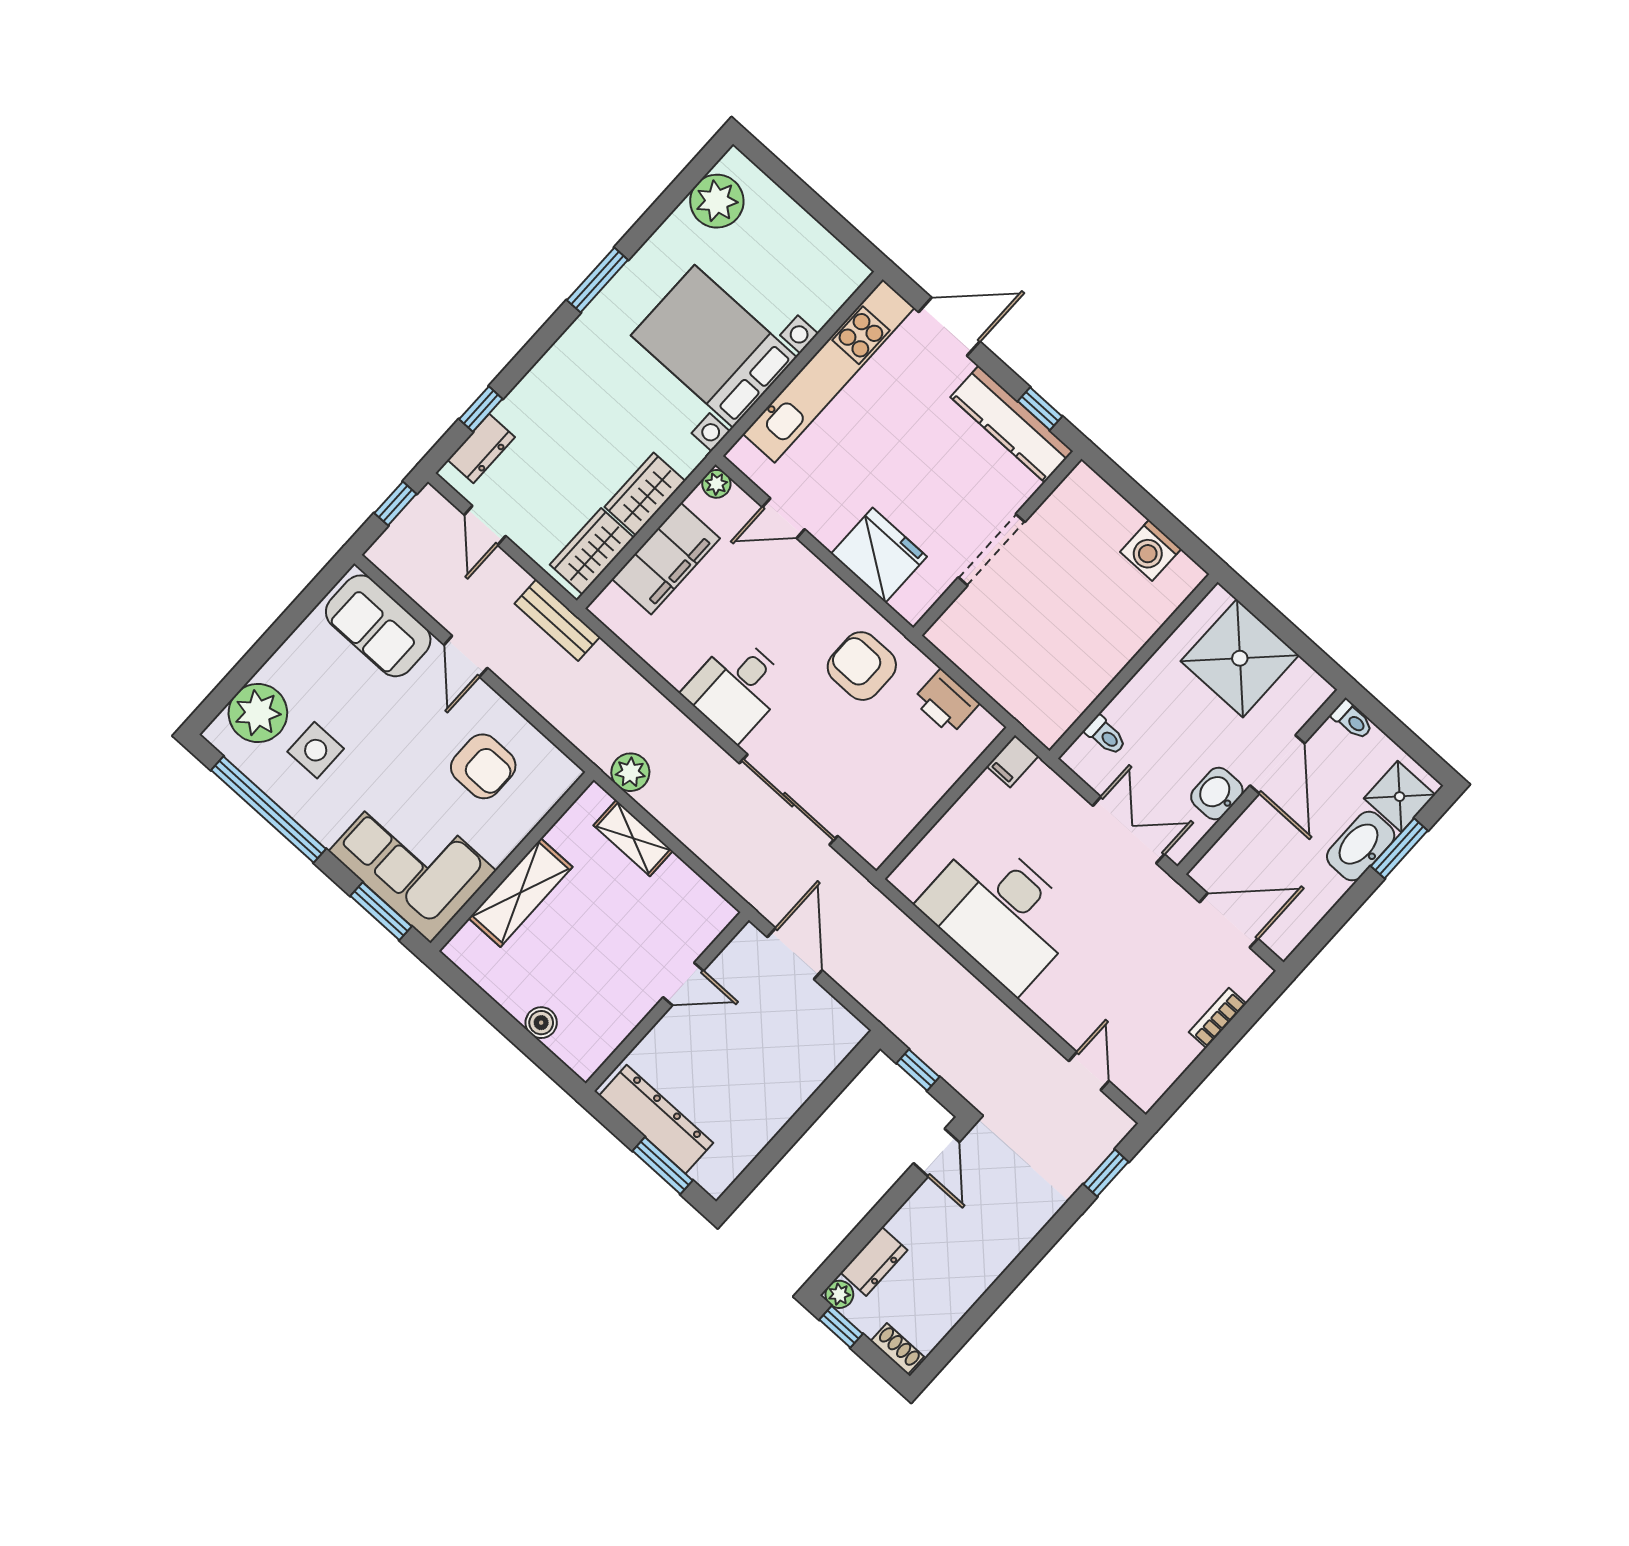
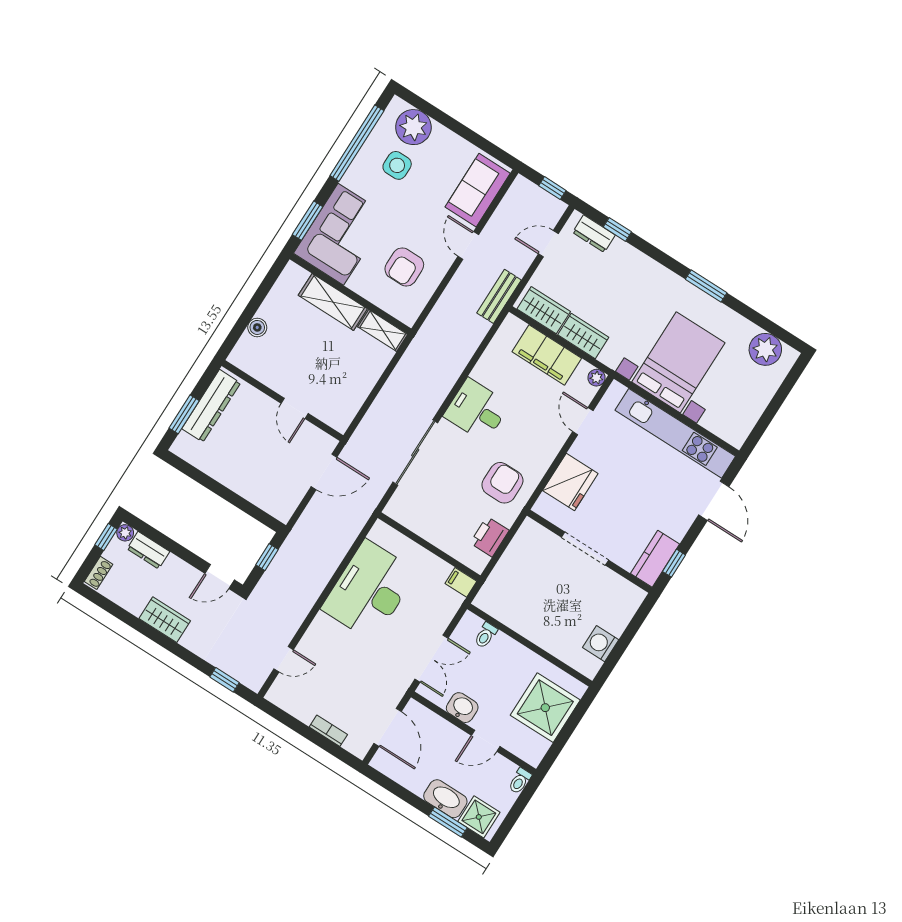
kitchen counter: (1012, 424) -> (655, 559), width x0.67
door: (466, 656) -> (468, 245), hinge flipped
door: (1277, 764) -> (486, 741), width x0.73
plant: (630, 772) -> (416, 355), removed
shelving: (633, 838) -> (383, 331), moved, turned 90
wardrobe: (992, 1254) -> (165, 620), added

